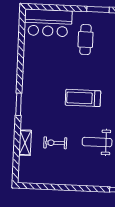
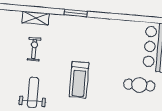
treadmill: (83, 98) -> (79, 80), turned 180

